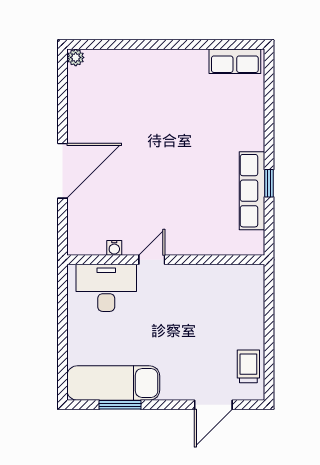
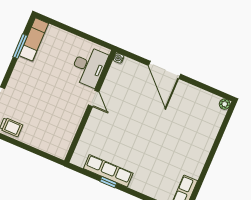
water cooler: (114, 248) -> (119, 58), moved
exam couch: (113, 383) -> (34, 39), width x0.73, depth x0.69

